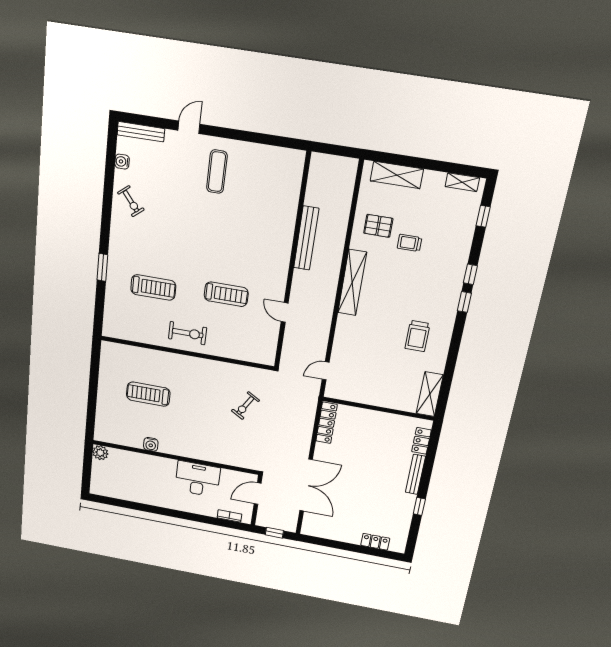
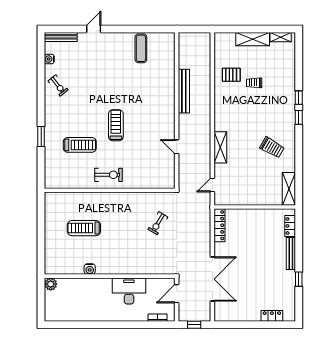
exercise mat: (217, 172) -> (141, 48), moved
shelving: (397, 175) -> (253, 39), moved
window: (483, 216) -> (299, 57), removed
shelving: (352, 283) -> (220, 147), moved, width x0.68
treadmill: (226, 294) -> (116, 125), moved, turned -90
trolley: (417, 336) -> (272, 147), turned -60

